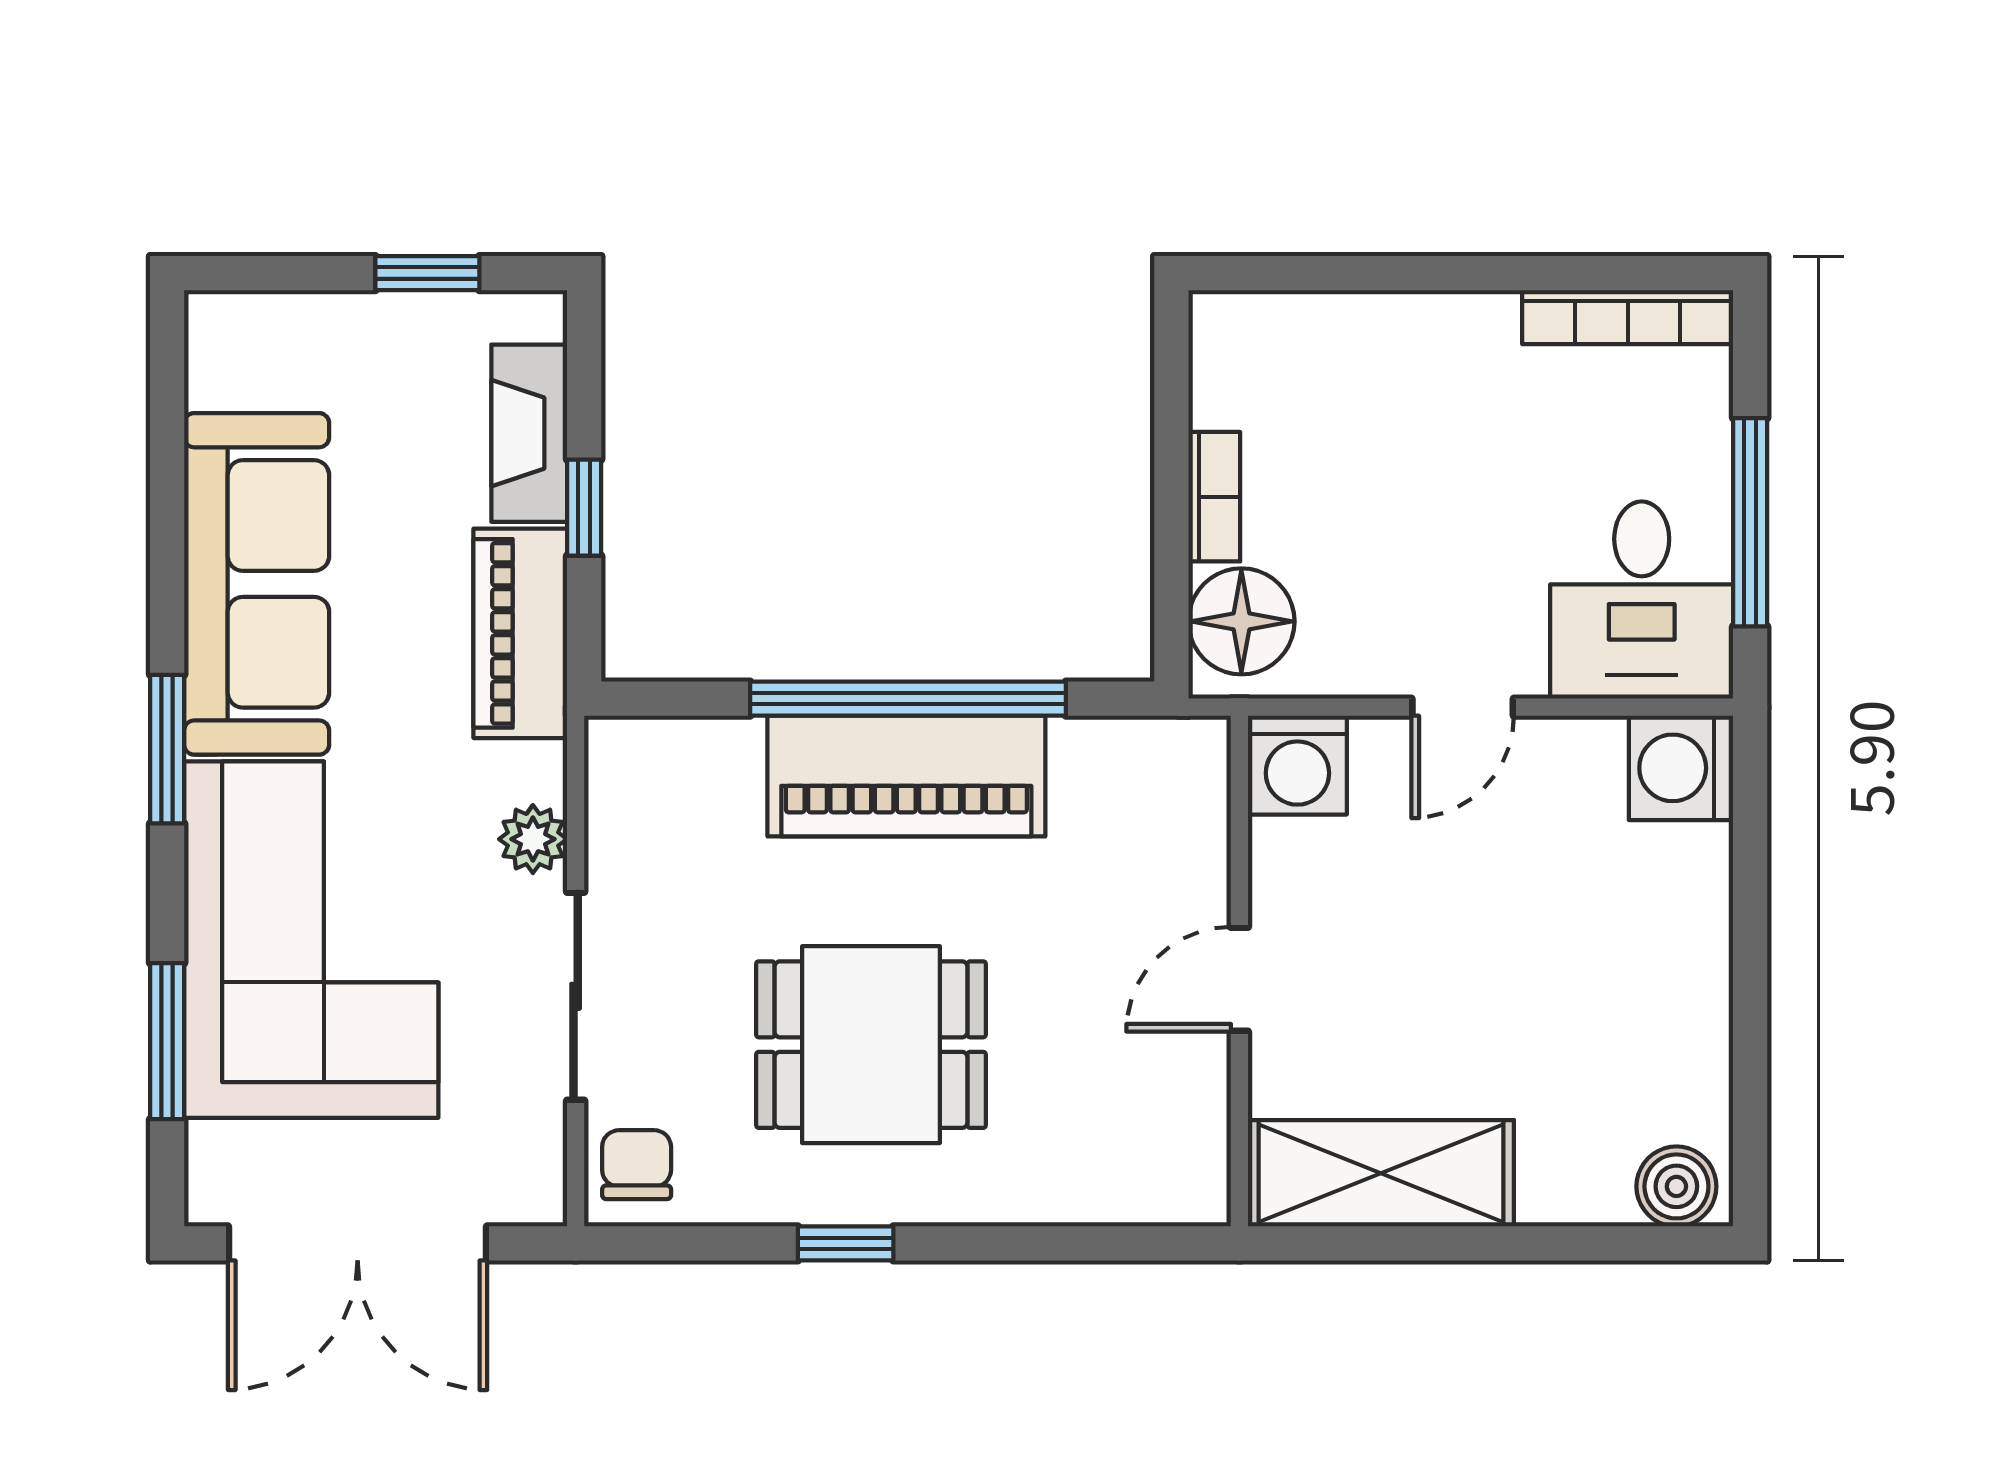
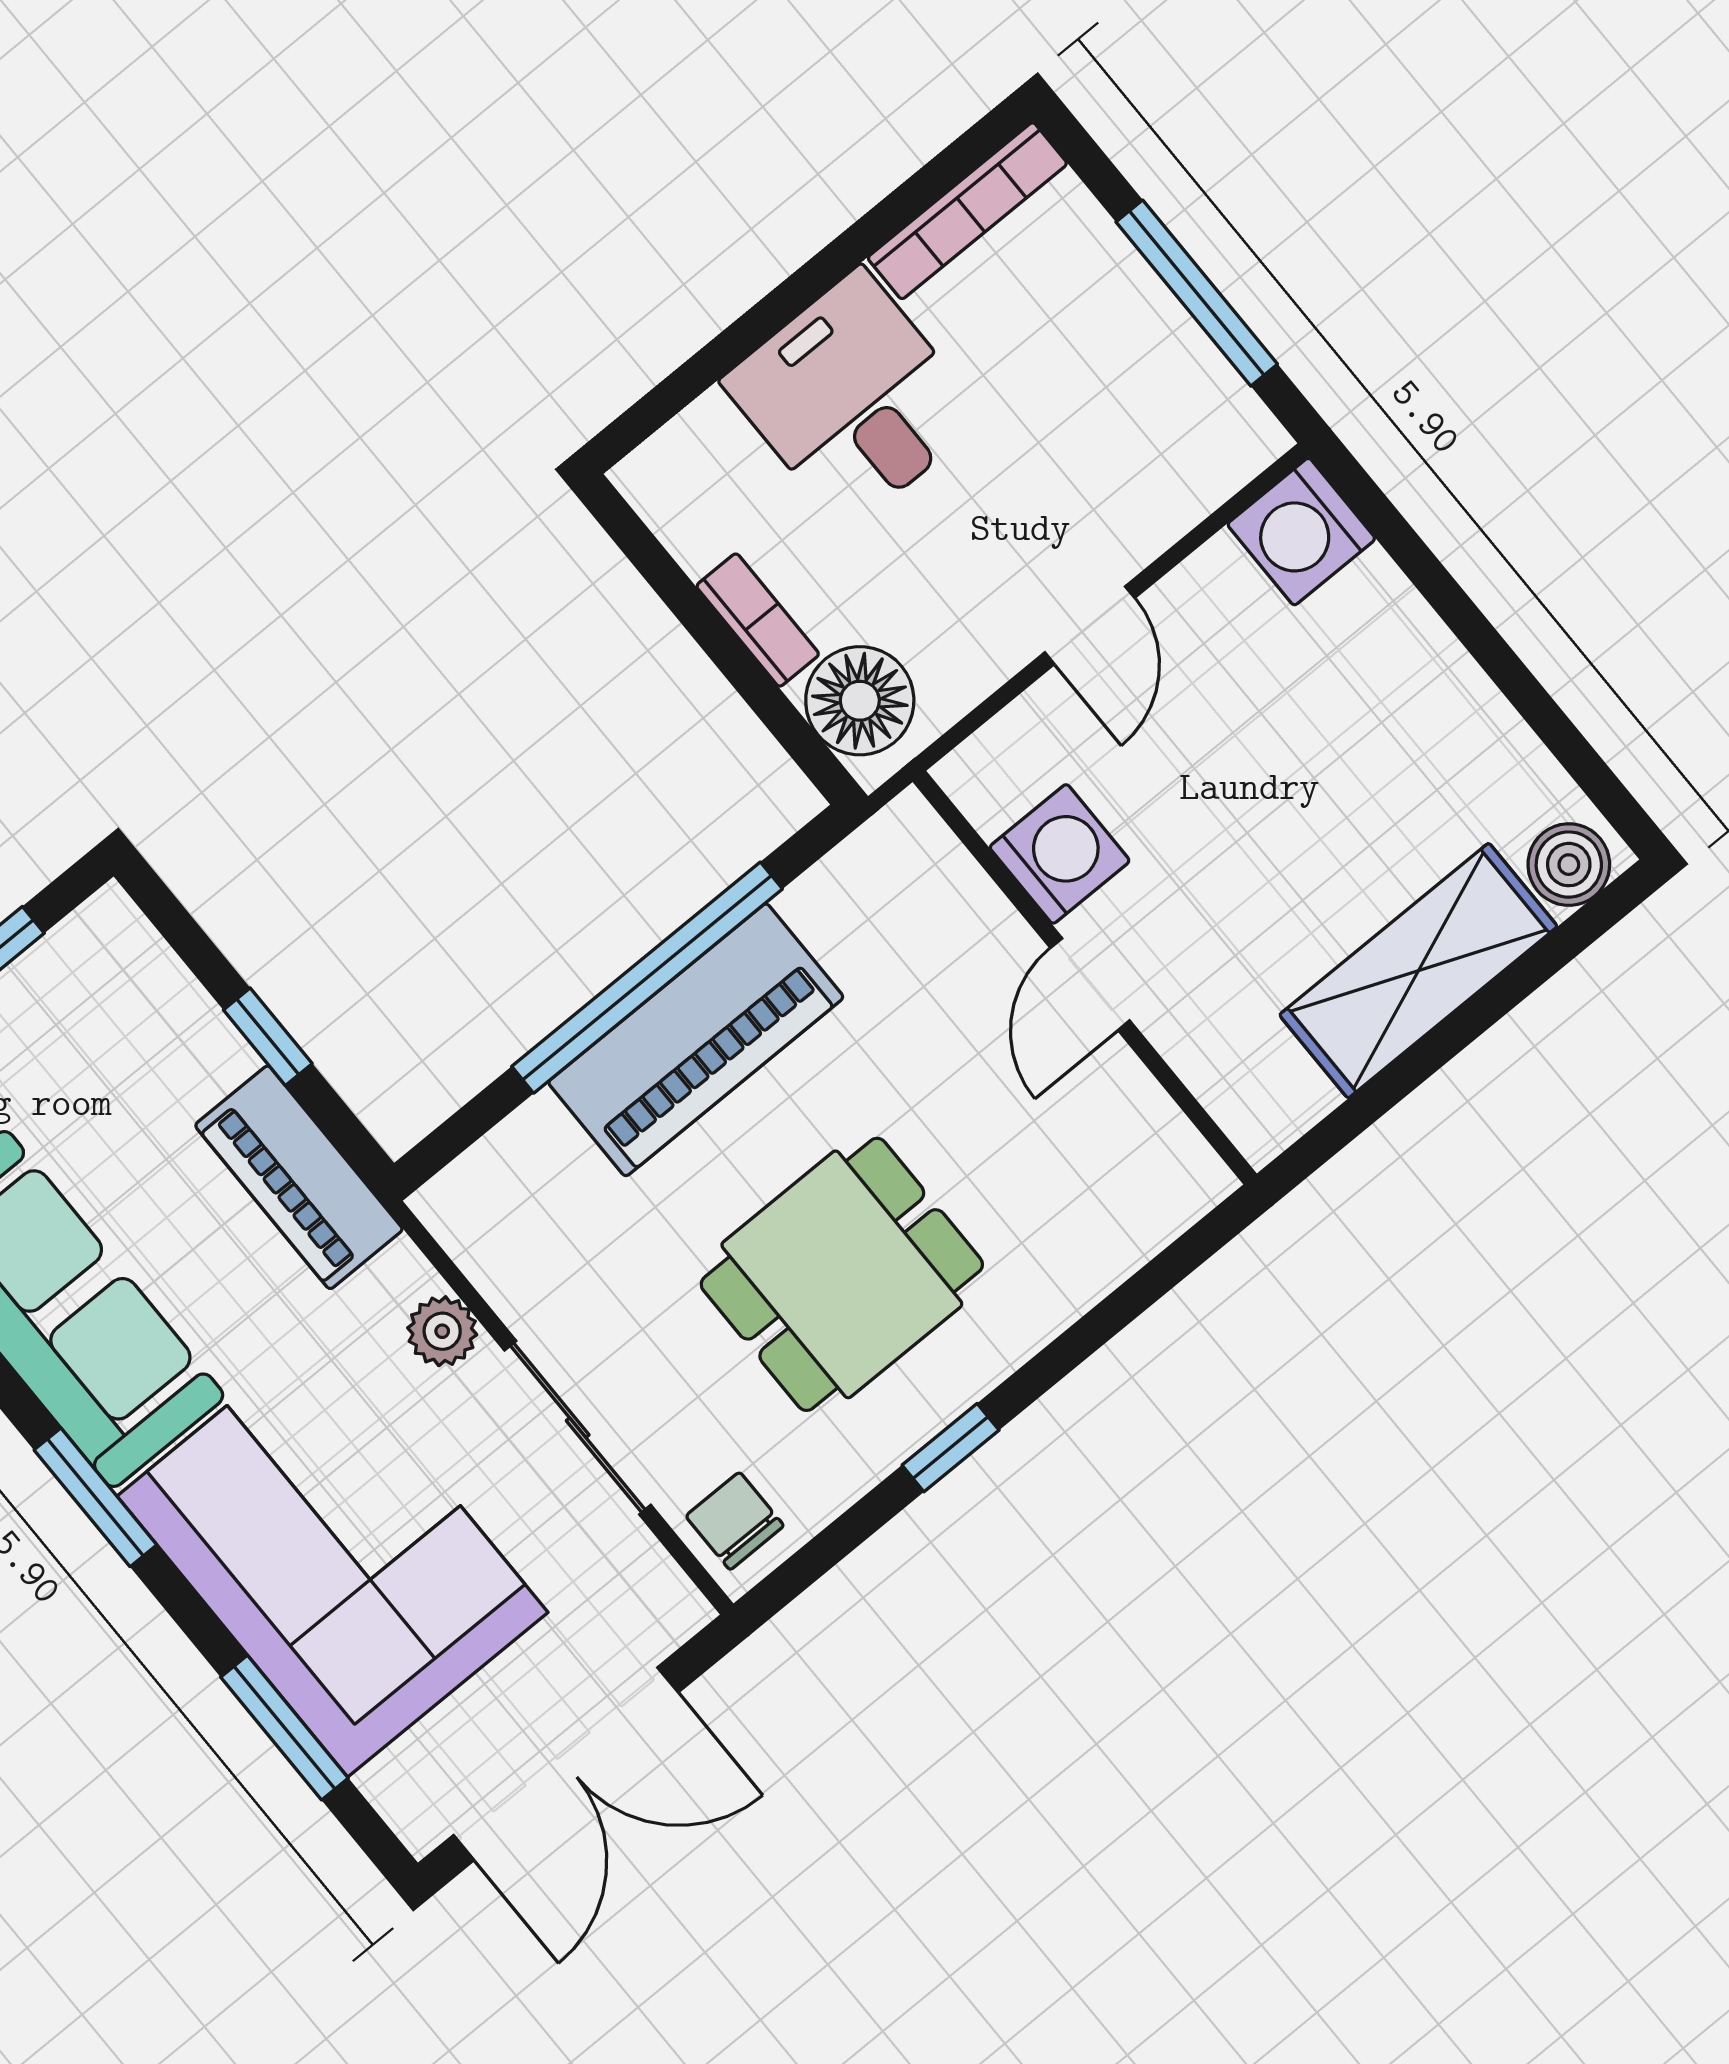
fireplace: (529, 433) -> (176, 1014), removed
desk: (1642, 600) -> (853, 399), moved, turned 180
washing machine: (1297, 765) -> (1060, 854), moved, turned -90
shelving: (1381, 1173) -> (1418, 971), moved

